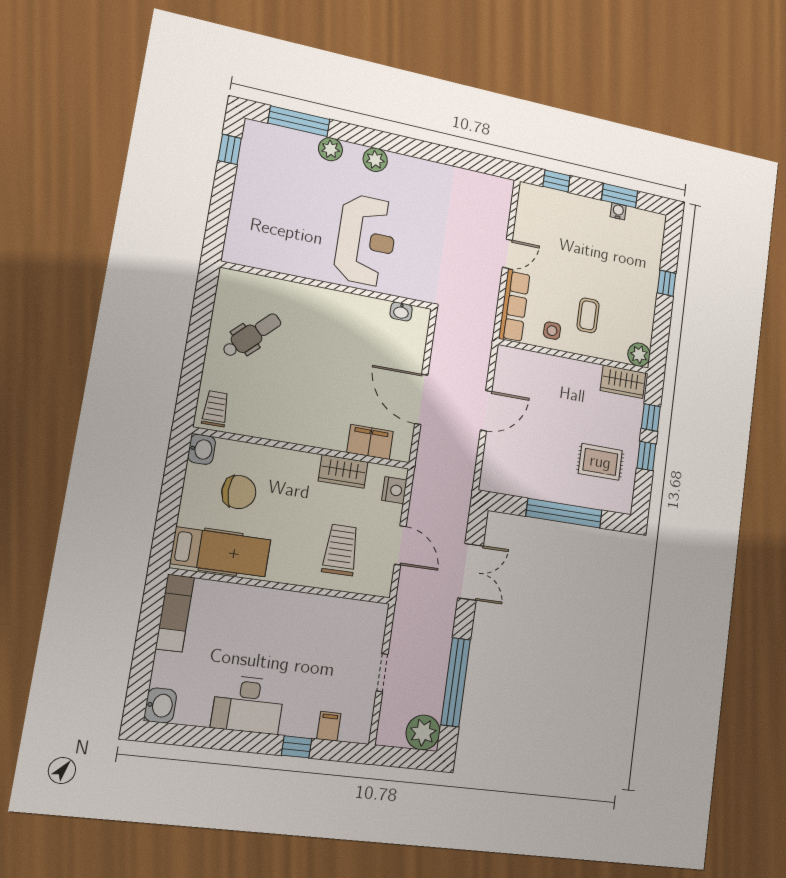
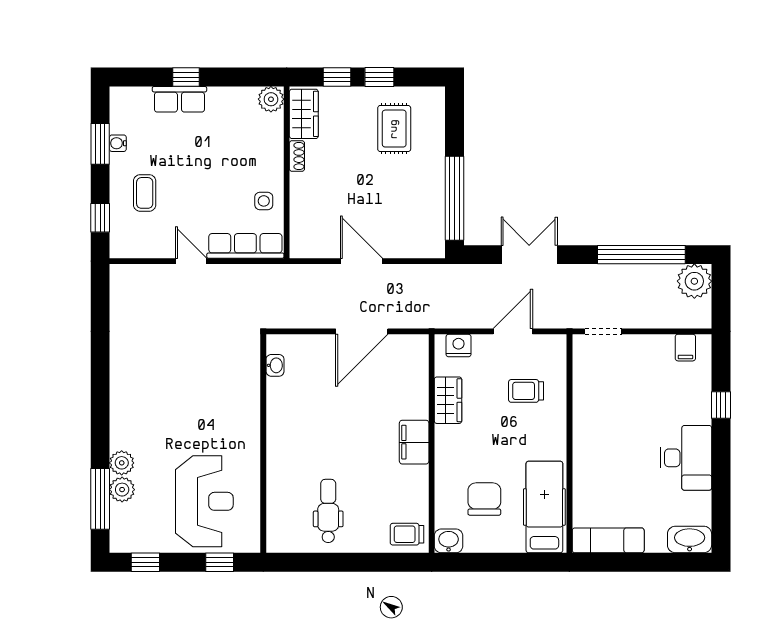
plant: (375, 160) -> (122, 490), moved
window: (218, 220) -> (220, 562), added
reception desk: (366, 240) -> (204, 501), moved, turned 90
row of seats: (649, 273) -> (179, 99), added
coffee table: (588, 315) -> (145, 193), moved, turned 90
dental chair: (252, 335) -> (328, 511), turned 44
shoe rack: (587, 369) -> (297, 156), added
filing cabinet: (370, 442) -> (414, 442), moved
window: (564, 513) -> (454, 198), moved
trolley: (341, 550) -> (526, 391), width x0.73, depth x0.72
doorway: (382, 673) -> (603, 331), moved
washbasin: (160, 705) -> (690, 539), width x1.38
filing cabinet: (329, 726) -> (685, 348), moved, turned -90

